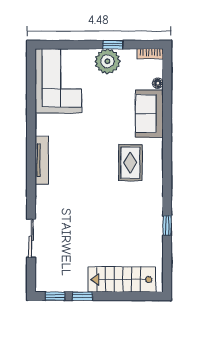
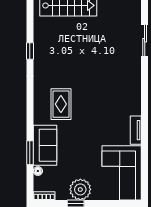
window: (167, 105) -> (30, 153), added
tv unit: (42, 160) -> (136, 130), moved, width x0.71

